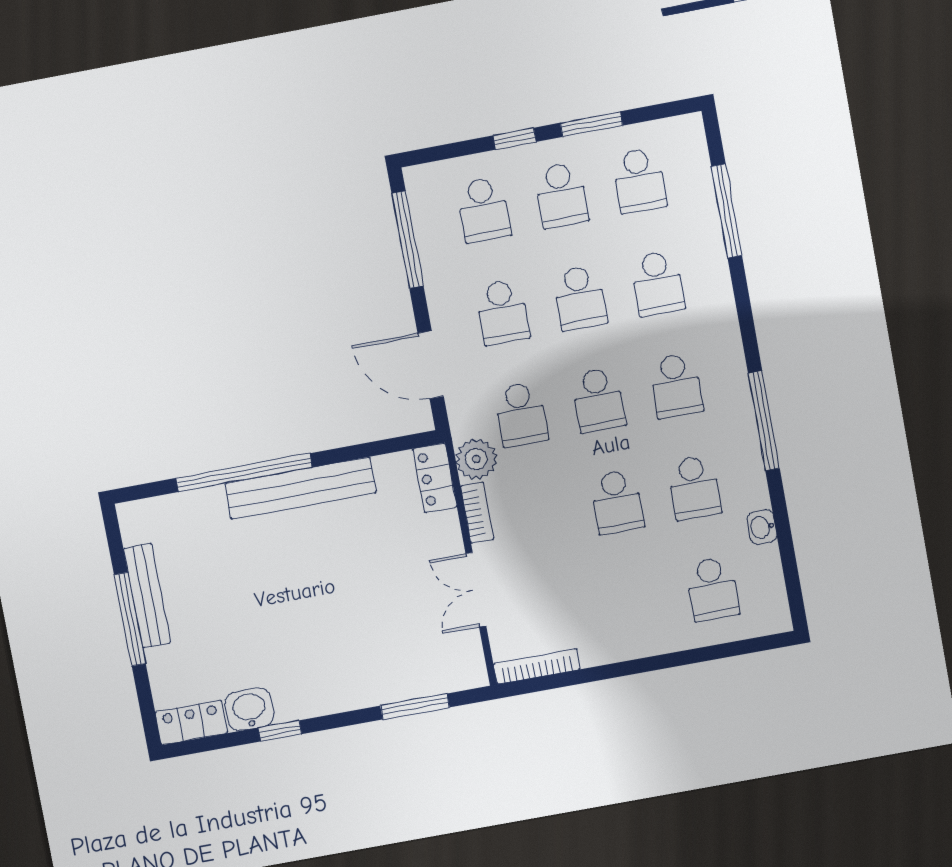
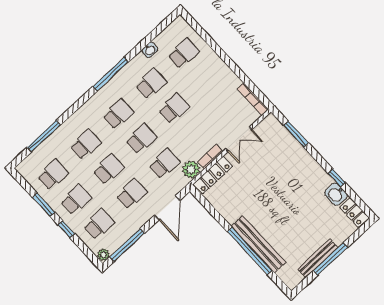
plant: (418, 181) -> (103, 255), added
locker: (435, 478) -> (213, 175), width x1.53
bench: (300, 488) -> (259, 244), moved

